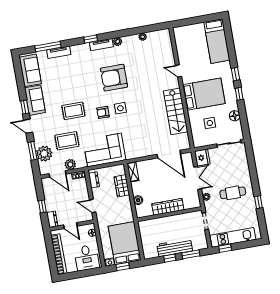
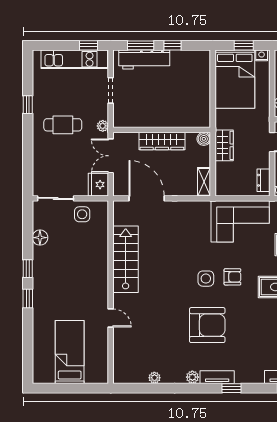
bed: (217, 41) -> (70, 352), moved
bed: (204, 94) -> (80, 277), removed
side table: (210, 123) -> (82, 214), moved
wardrobe: (122, 186) -> (224, 145), moved
wardrobe: (168, 207) -> (162, 141), moved
wall: (169, 214) -> (162, 130), moved
workbench: (175, 248) -> (144, 59), moved

